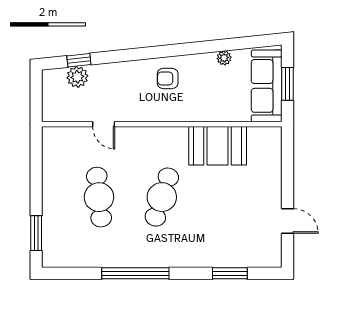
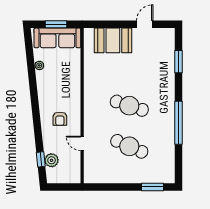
armchair: (168, 78) -> (60, 119), moved
door: (104, 124) -> (82, 143), swing flipped
booth: (218, 146) -> (113, 40), moved, turned 90
cafe table: (99, 197) -> (129, 146), turned 30

